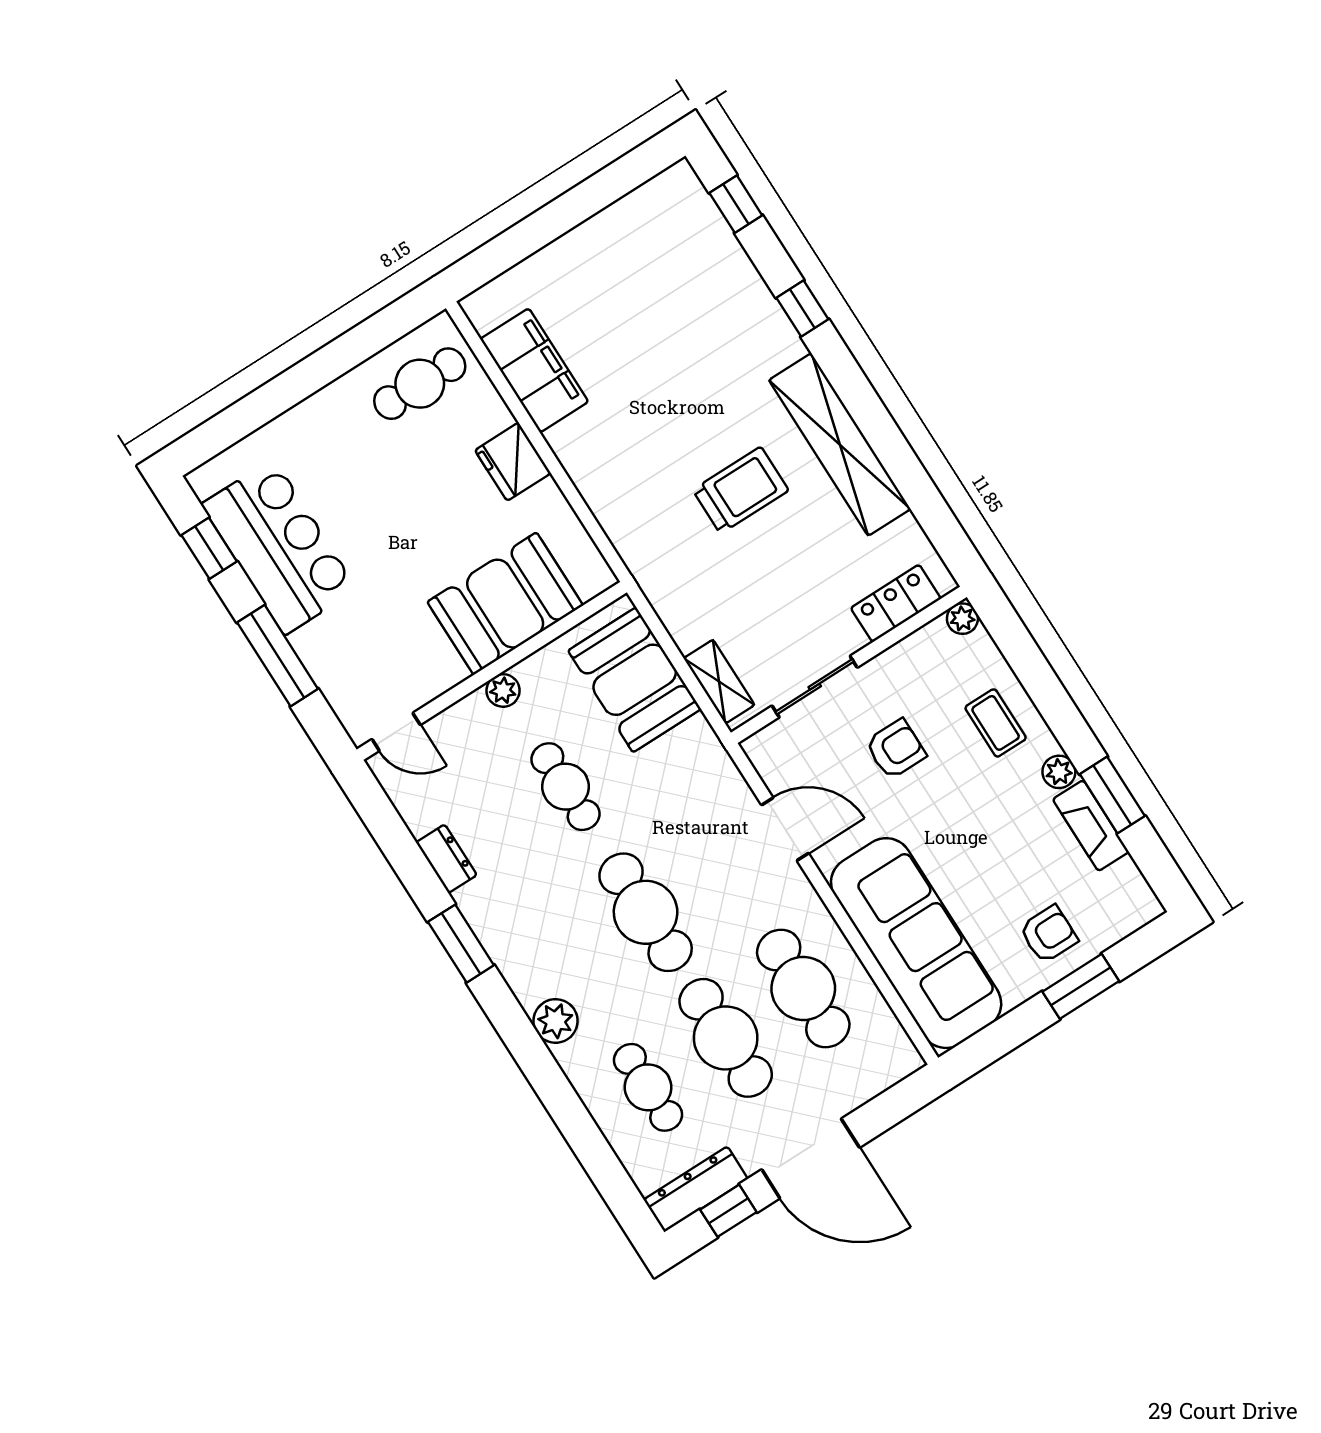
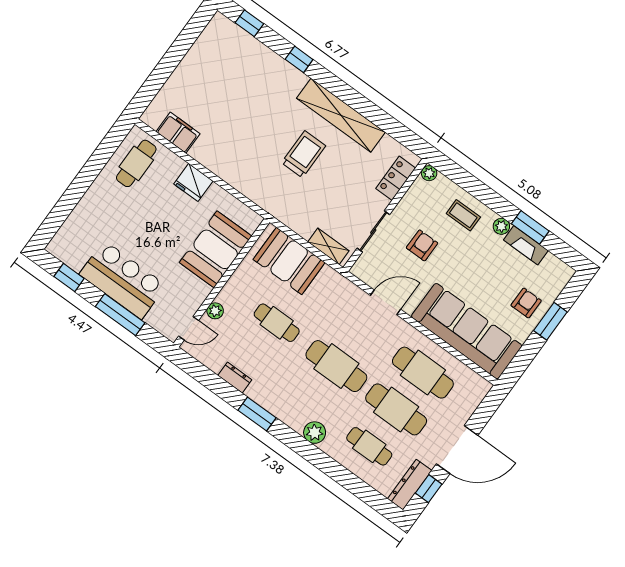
filing cabinet: (534, 370) -> (178, 133), width x0.67, depth x0.86
bar counter: (279, 547) -> (123, 280), moved
plant: (503, 690) -> (215, 311), moved

